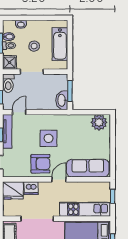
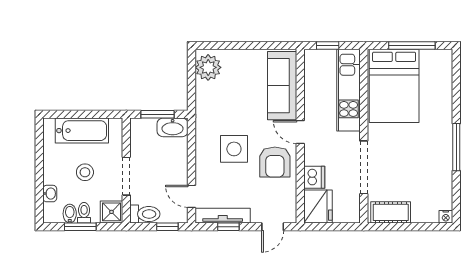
armchair: (40, 164) -> (275, 162), turned 180

